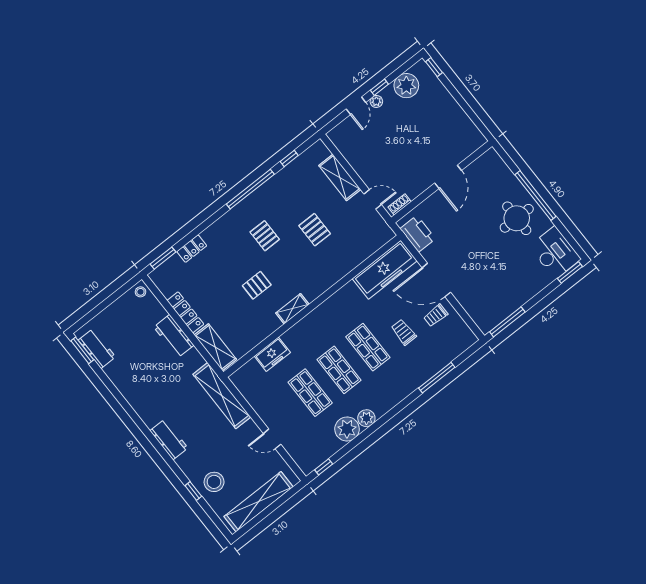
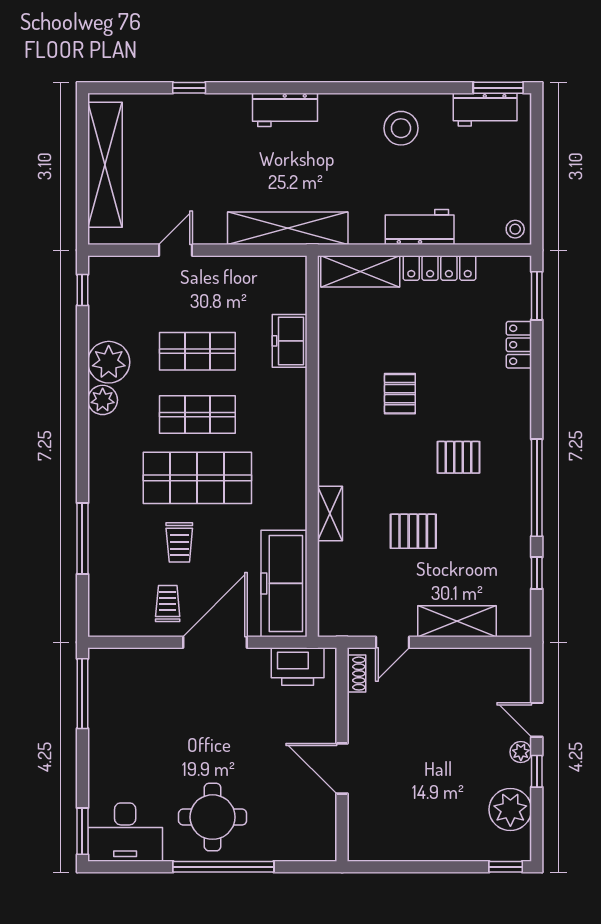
shelving: (292, 309) -> (330, 513), moved
trolley: (404, 332) -> (179, 542), turned 90
shop shelf: (368, 347) -> (197, 478), width x1.43, depth x1.36
stool: (214, 482) -> (401, 128), moved

